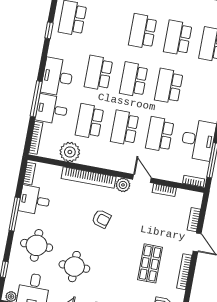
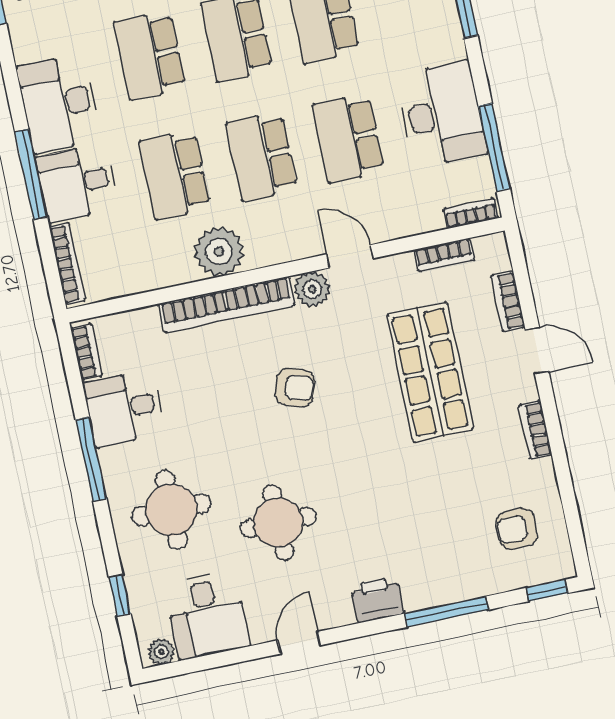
plant: (70, 152) -> (219, 251), moved
bookcase: (164, 190) -> (444, 255), moved
shop shelf: (150, 263) -> (430, 372), moved, width x1.43, depth x1.36
bookcase: (184, 272) -> (535, 430), width x0.64

